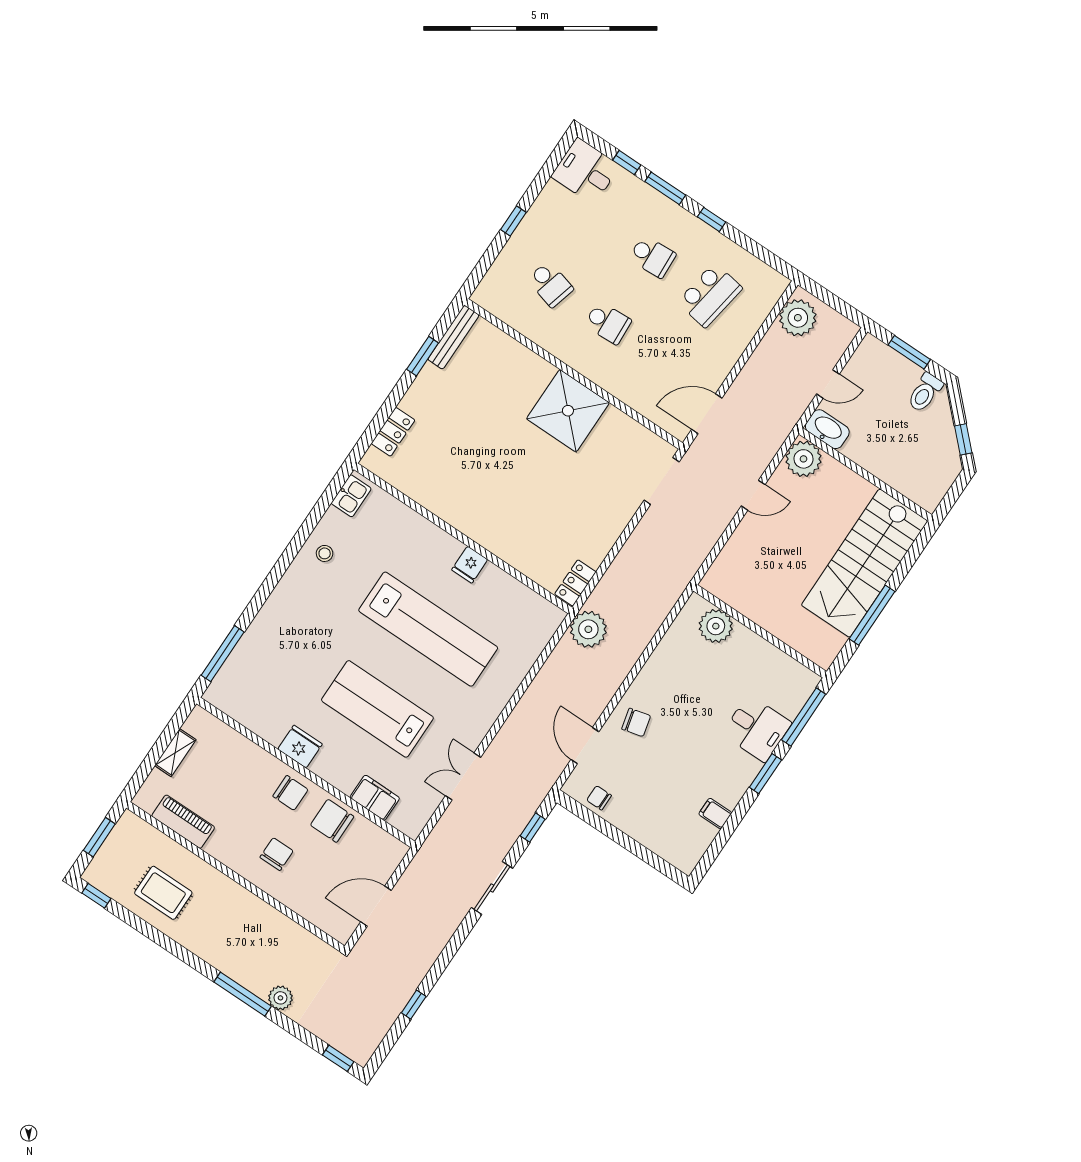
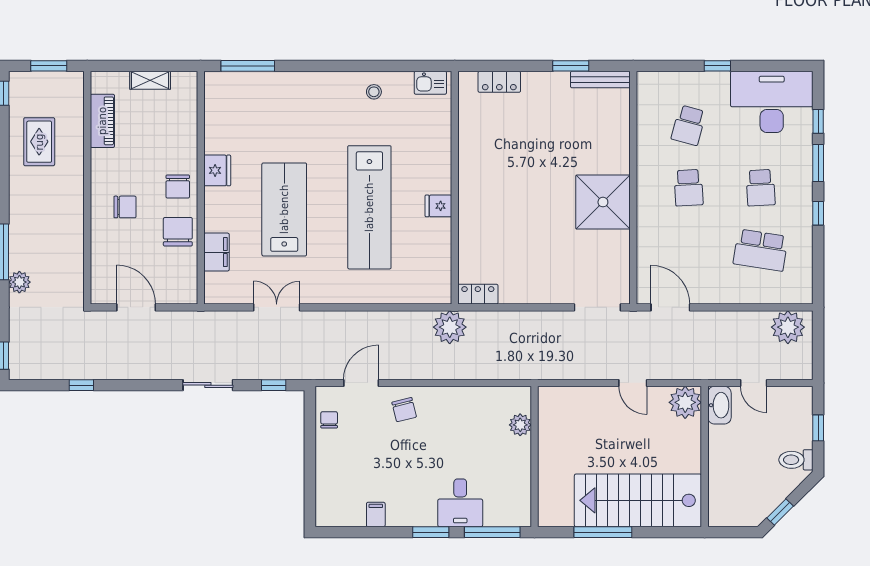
desk: (585, 171) -> (772, 102), width x1.87, depth x1.30
window: (909, 352) -> (818, 428), width x0.67
plant: (716, 626) -> (520, 425), width x0.73, depth x0.73

